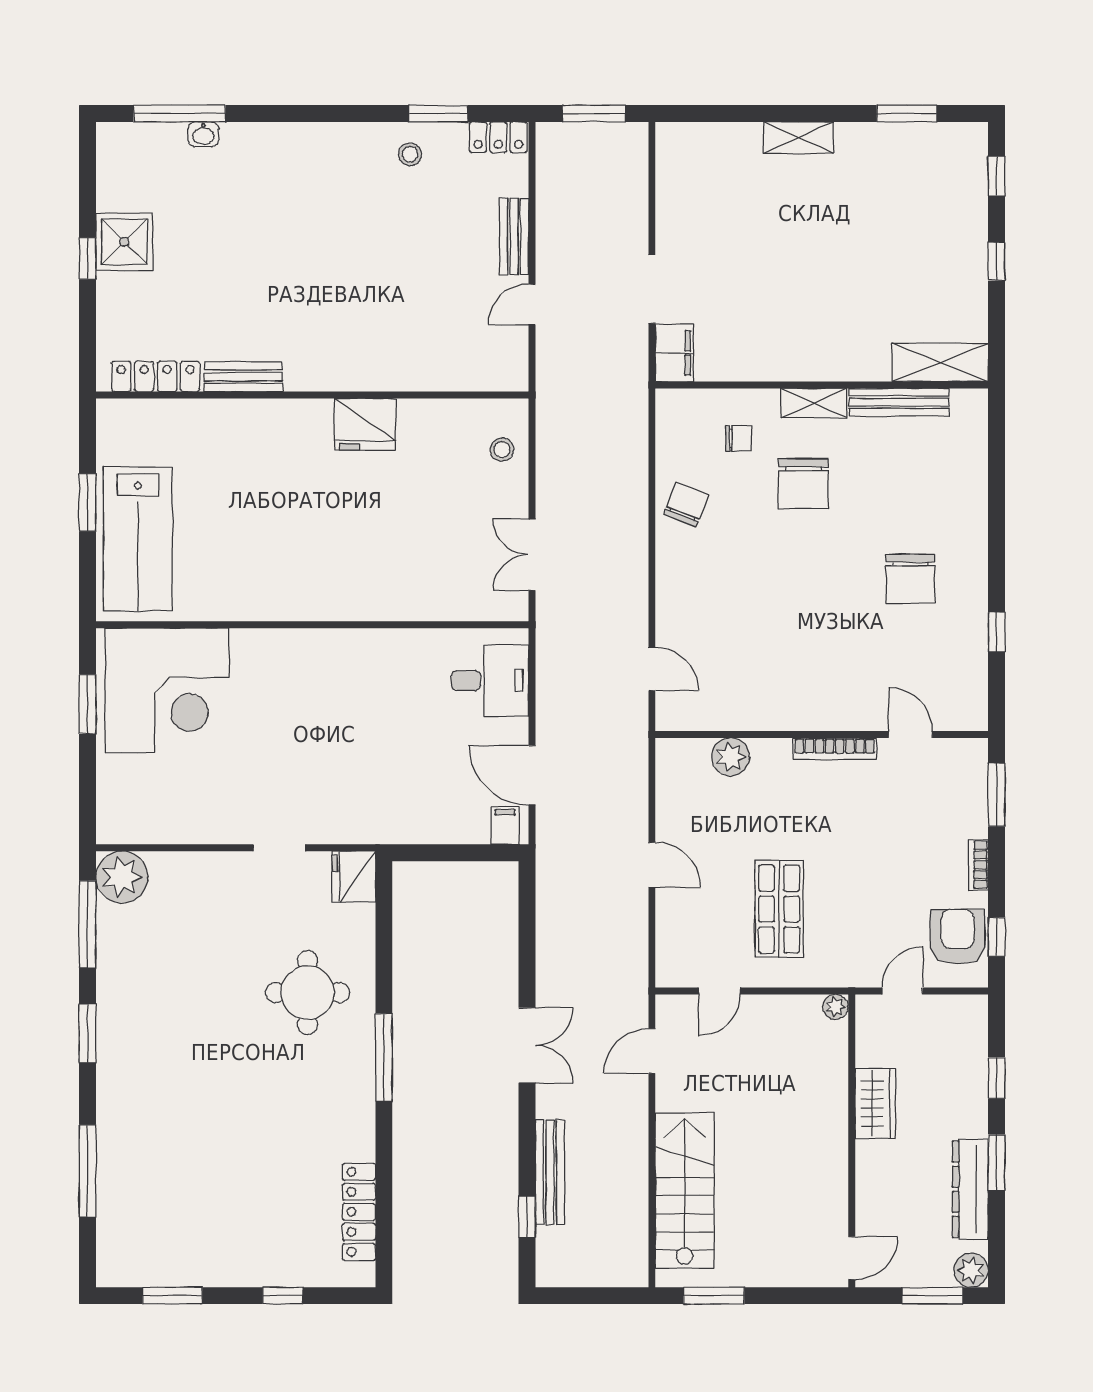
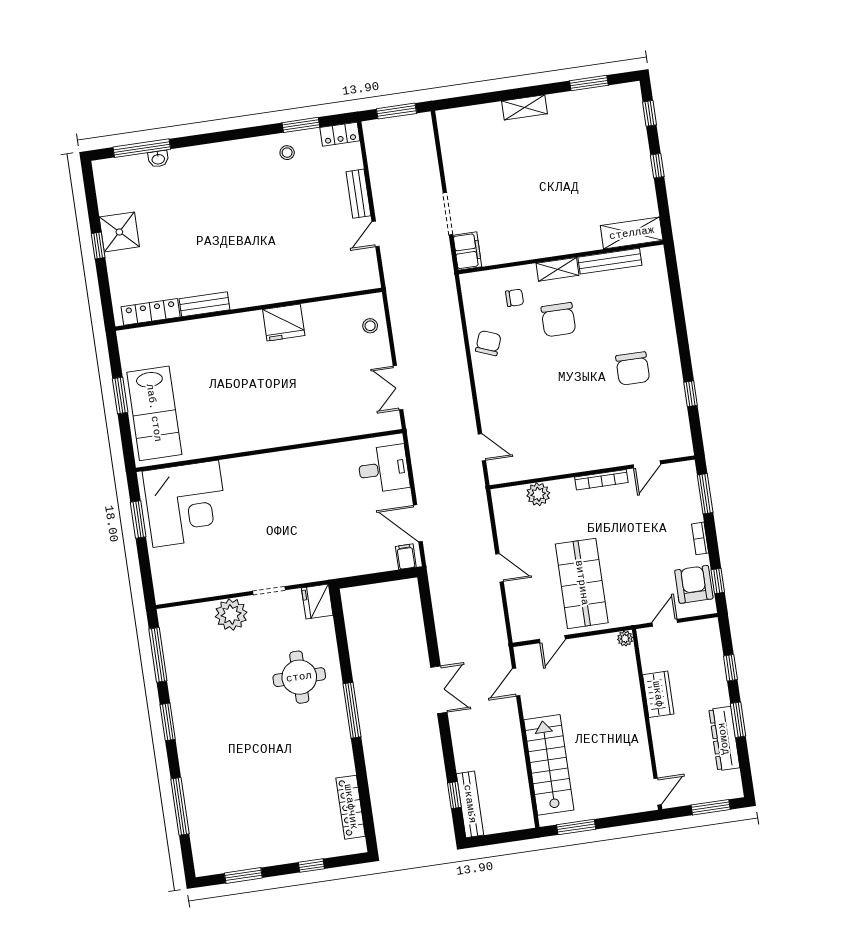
door: (910, 735) -> (647, 464), swing flipped
plant: (122, 877) -> (231, 614), moved
shop shelf: (779, 909) -> (582, 583), width x1.43, depth x1.36
bench: (550, 1172) -> (470, 804), moved
plant: (971, 1270) -> (732, 788), removed

